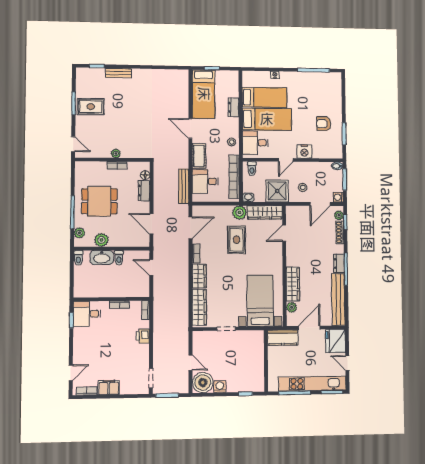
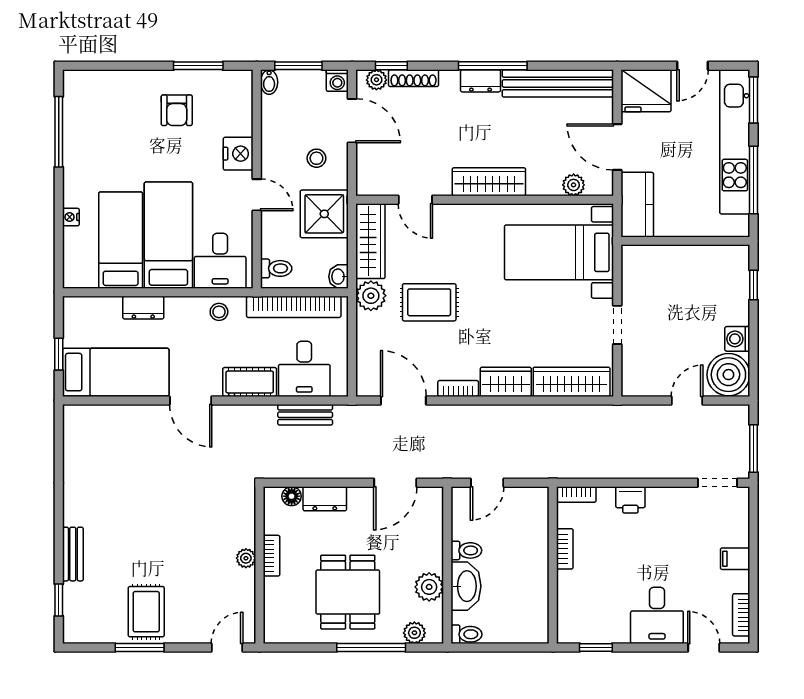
door: (190, 129) -> (191, 400), hinge flipped
bench: (184, 186) -> (305, 415), width x0.73
wardrobe: (293, 284) -> (489, 182), moved
desk: (87, 314) -> (657, 615), moved
filing cabinet: (109, 388) -> (735, 559), width x0.50

